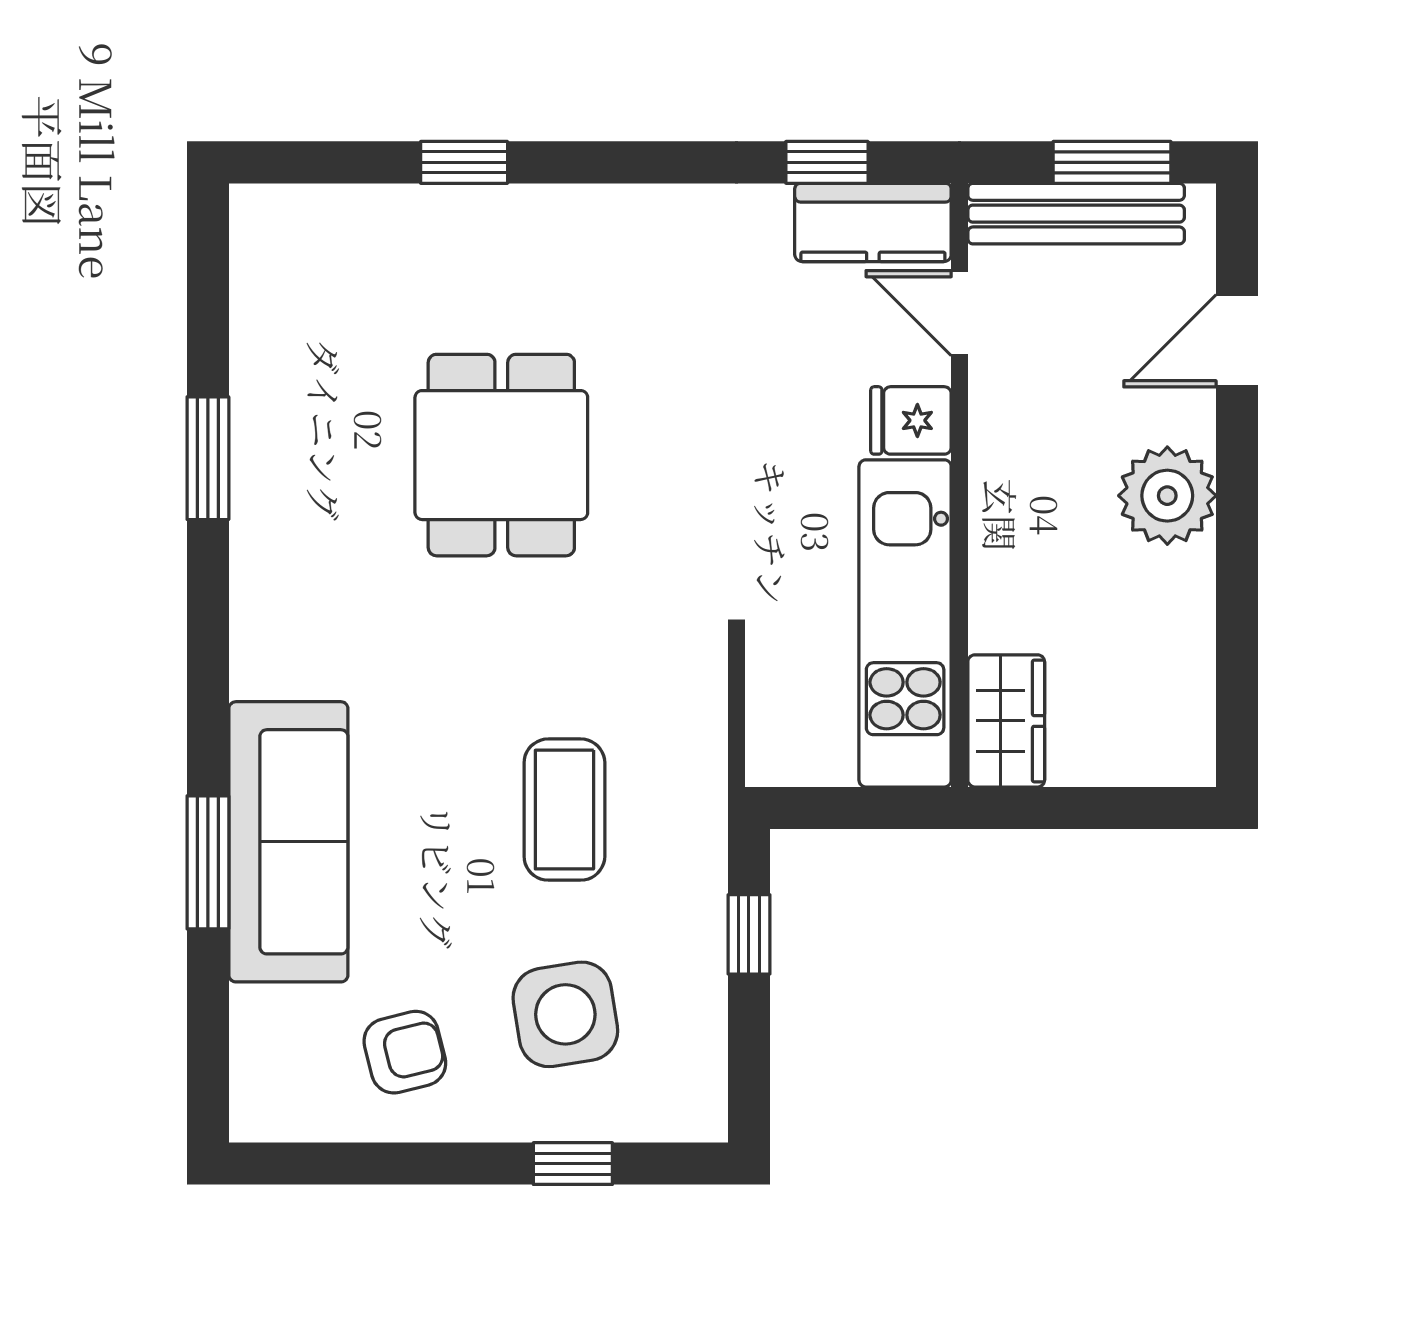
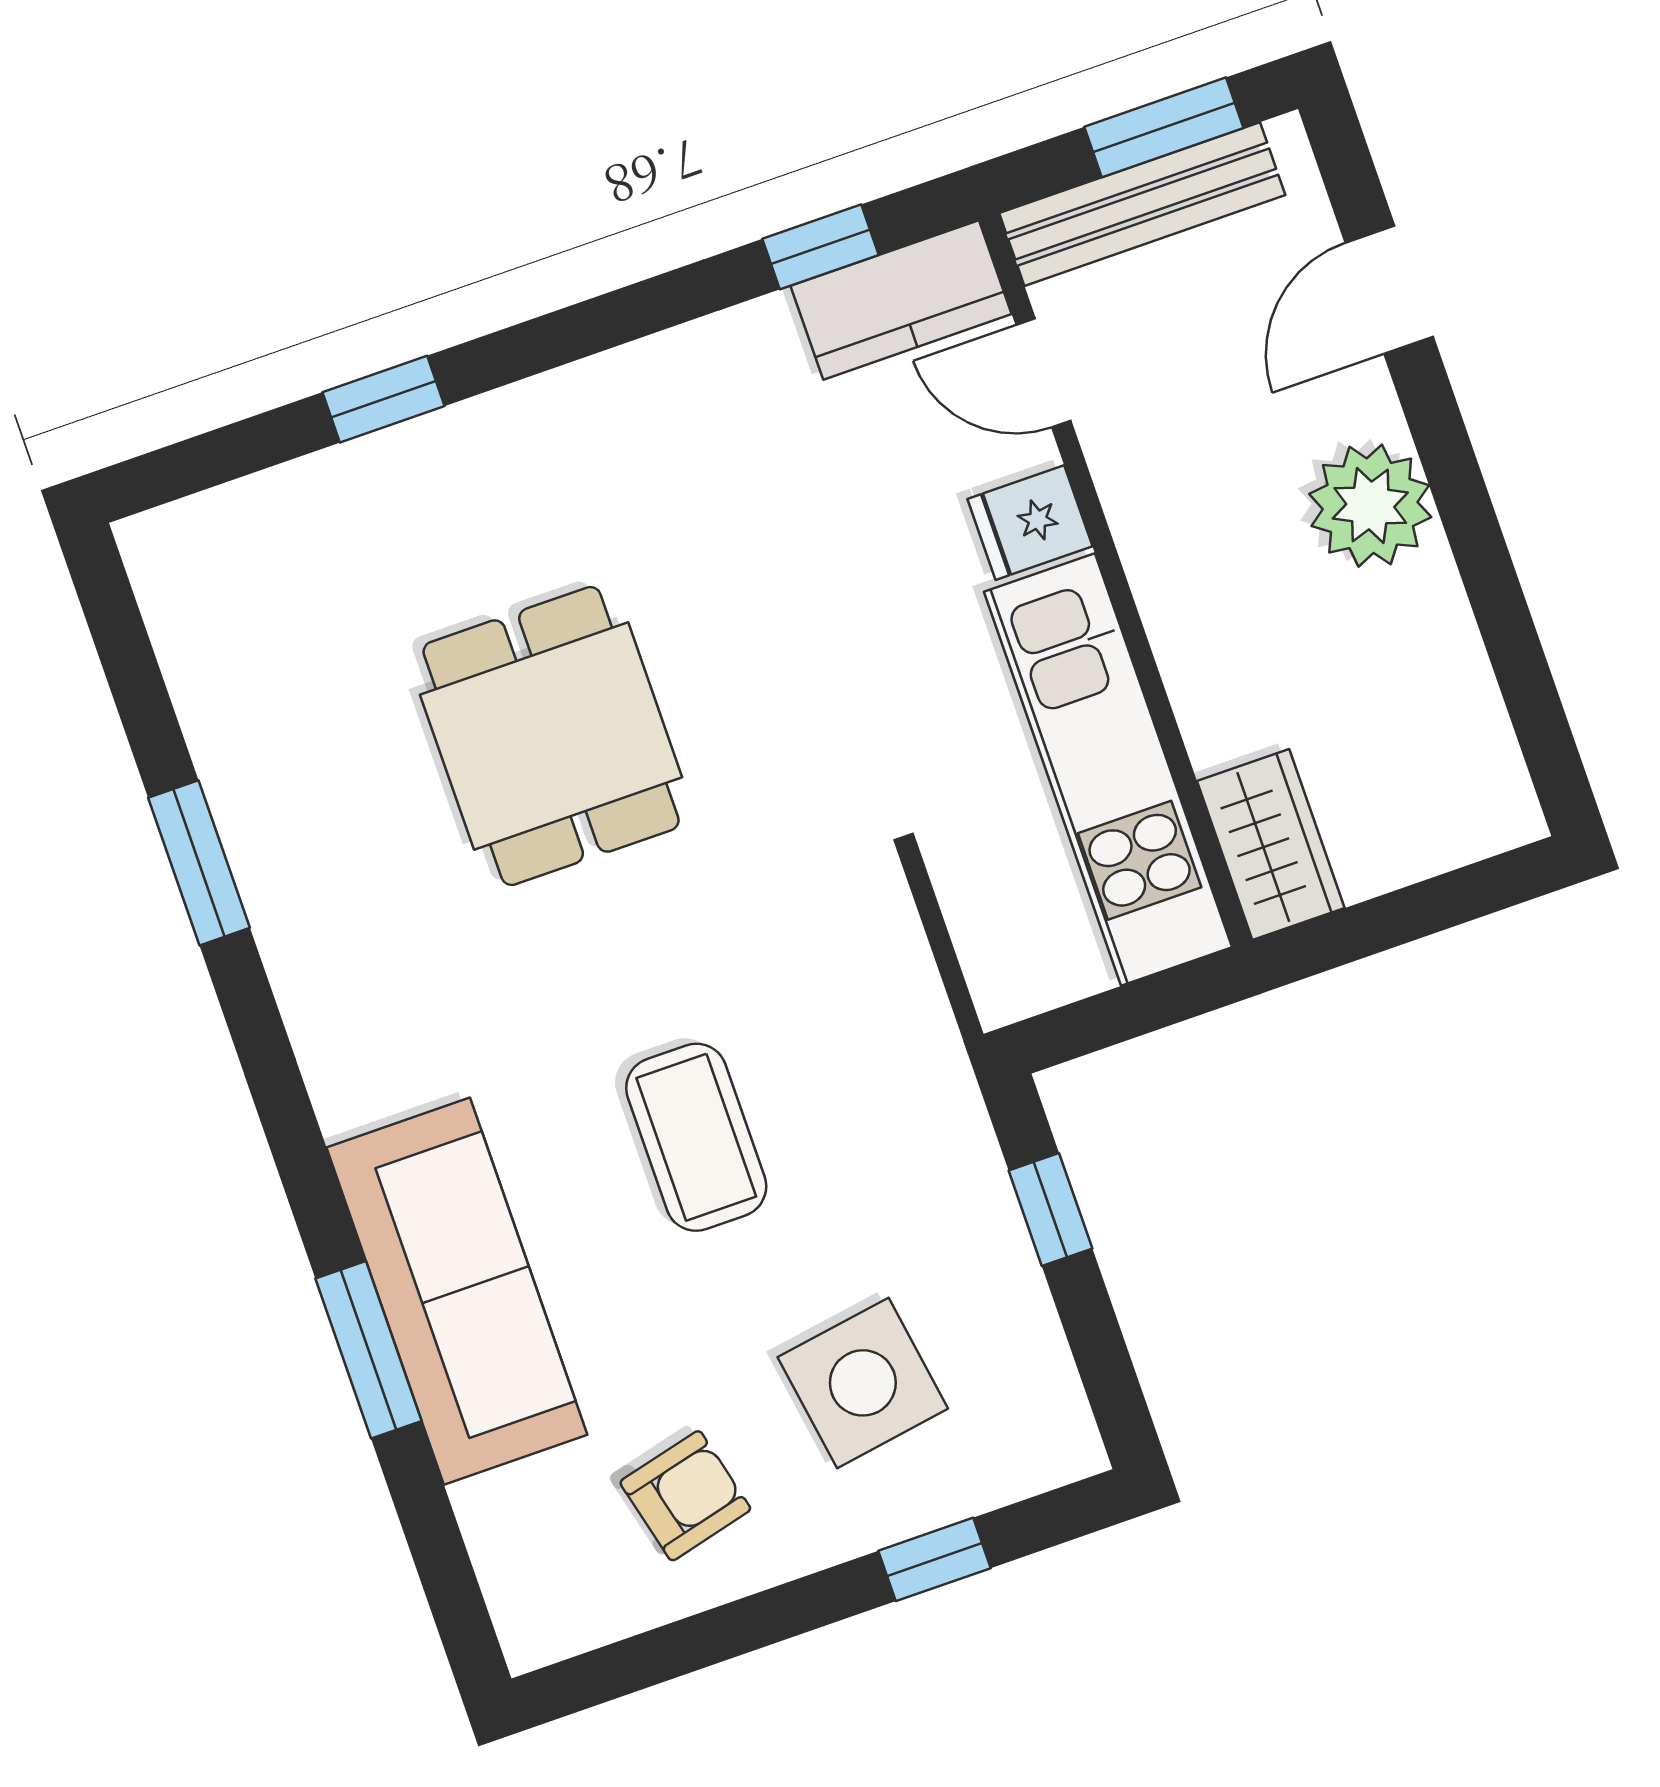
coffee table: (564, 810) -> (696, 1137), moved

